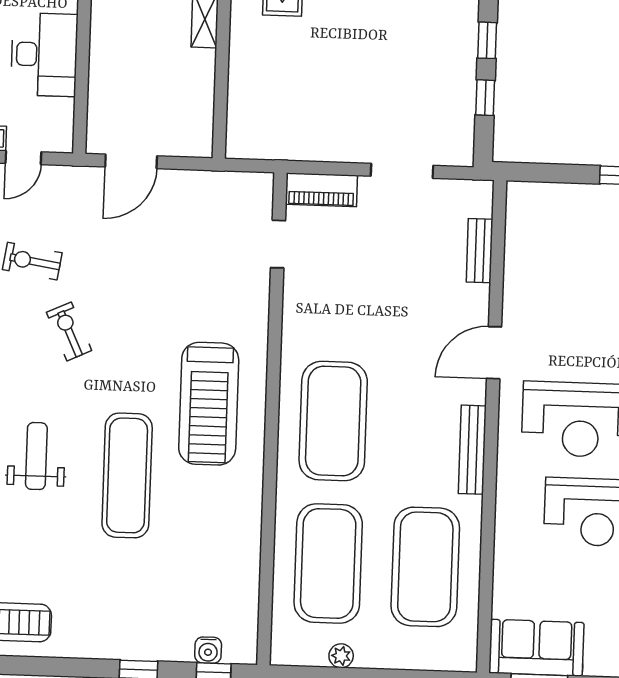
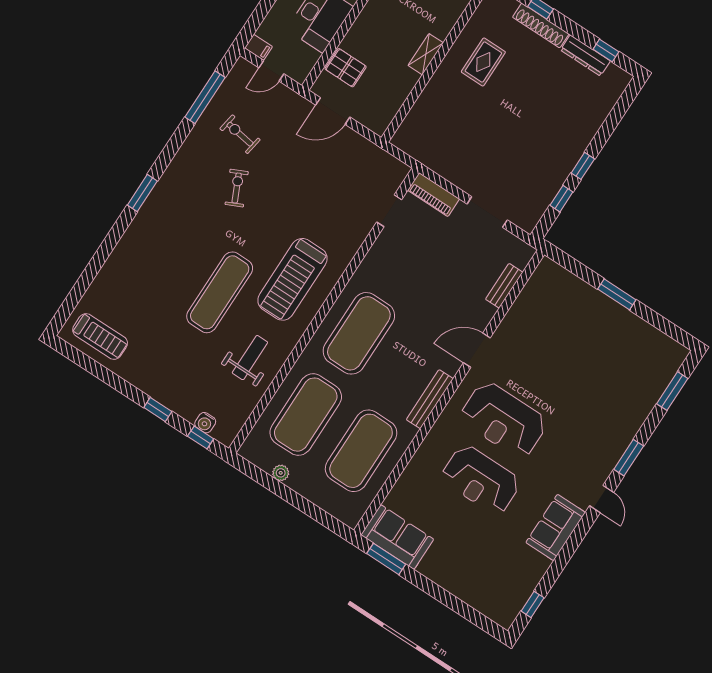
pallet: (114, 97) -> (346, 68), added
weight bench: (36, 456) -> (250, 358), moved

